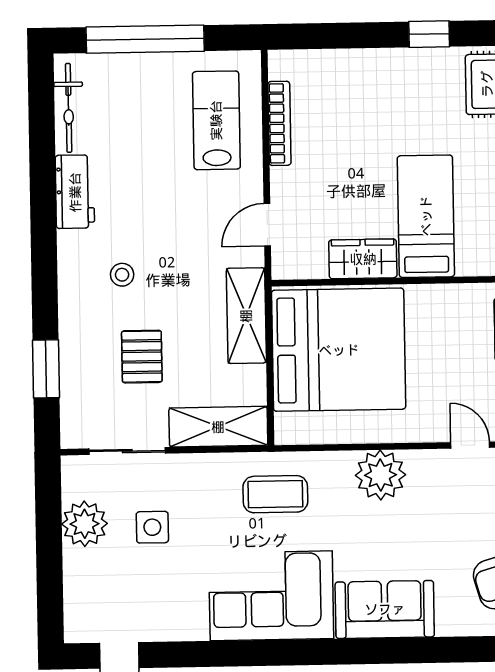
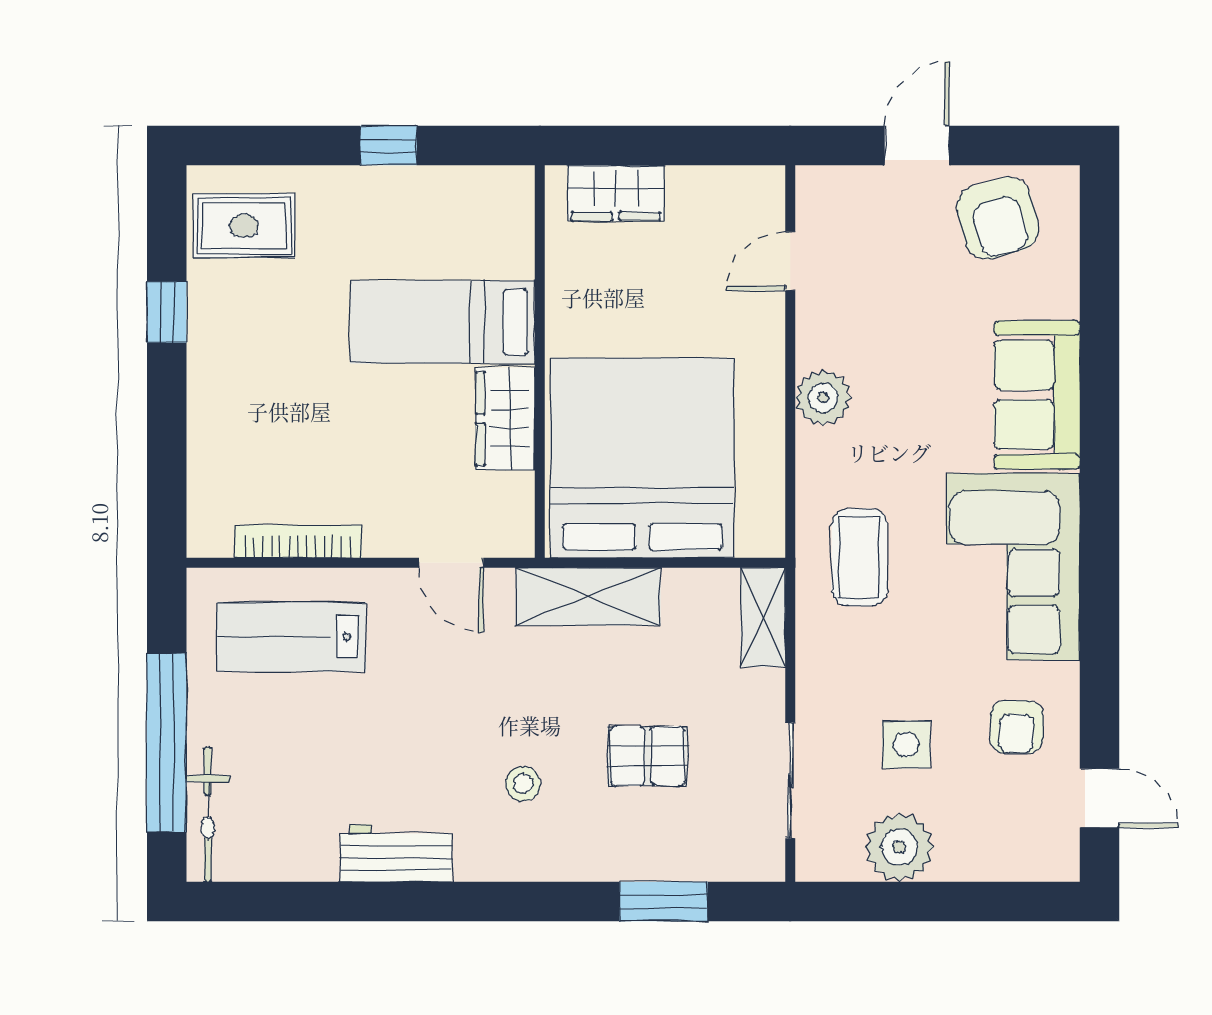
bicycle: (69, 108) -> (208, 814), moved, turned 90
shelving: (218, 427) -> (763, 617), width x0.67, depth x0.75
plant: (380, 475) -> (823, 398), width x0.73, depth x0.73
armchair: (165, 600) -> (1017, 727), added

